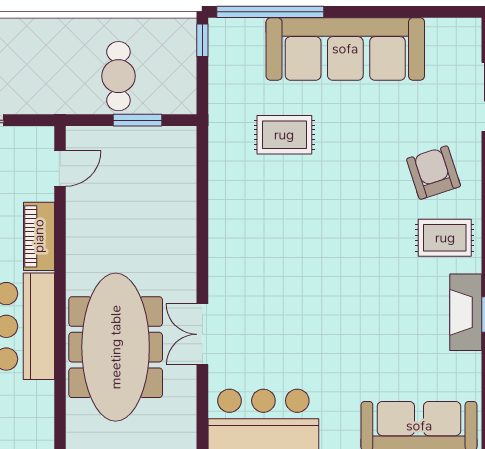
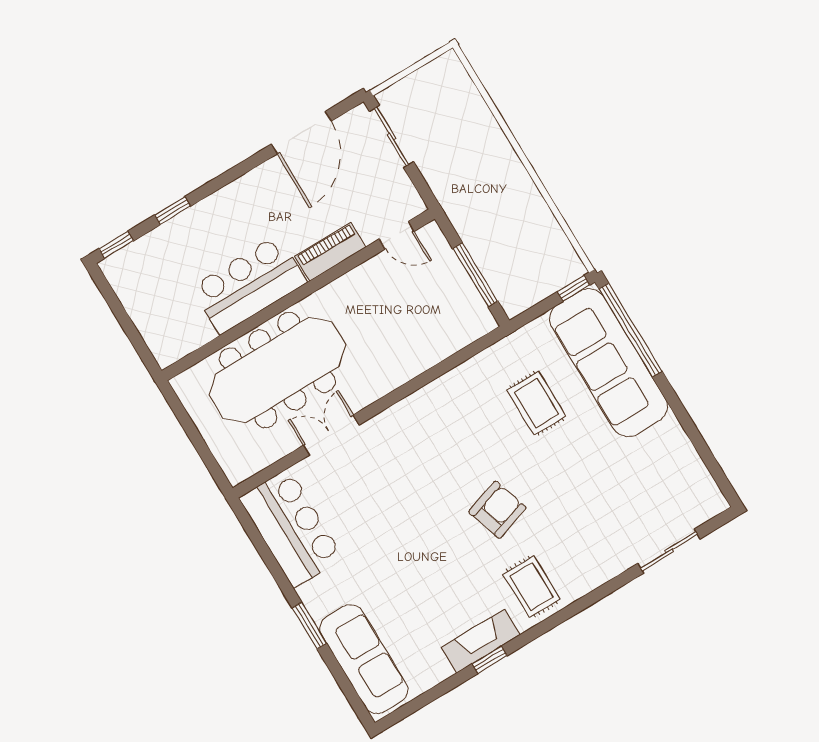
sofa: (345, 49) -> (608, 363), moved
cafe table: (118, 76) -> (502, 237), removed
window: (138, 120) -> (475, 275), width x1.44
armchair: (434, 173) -> (497, 510), moved

